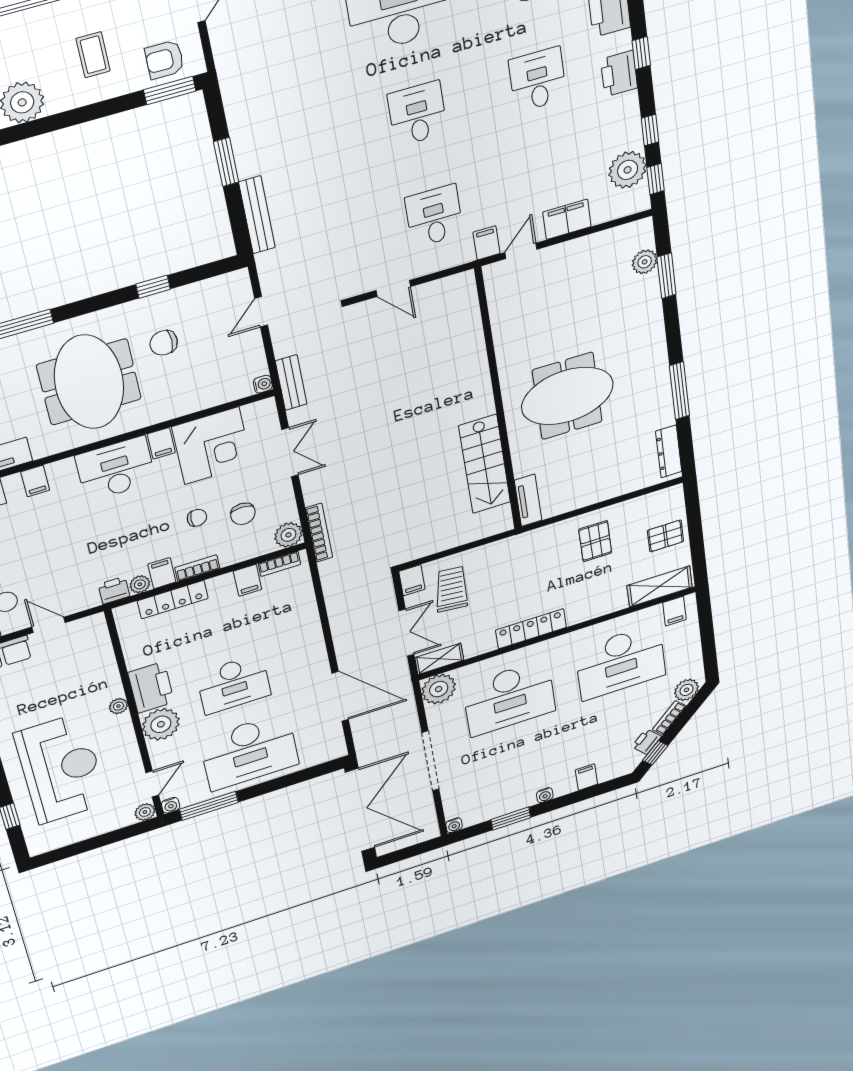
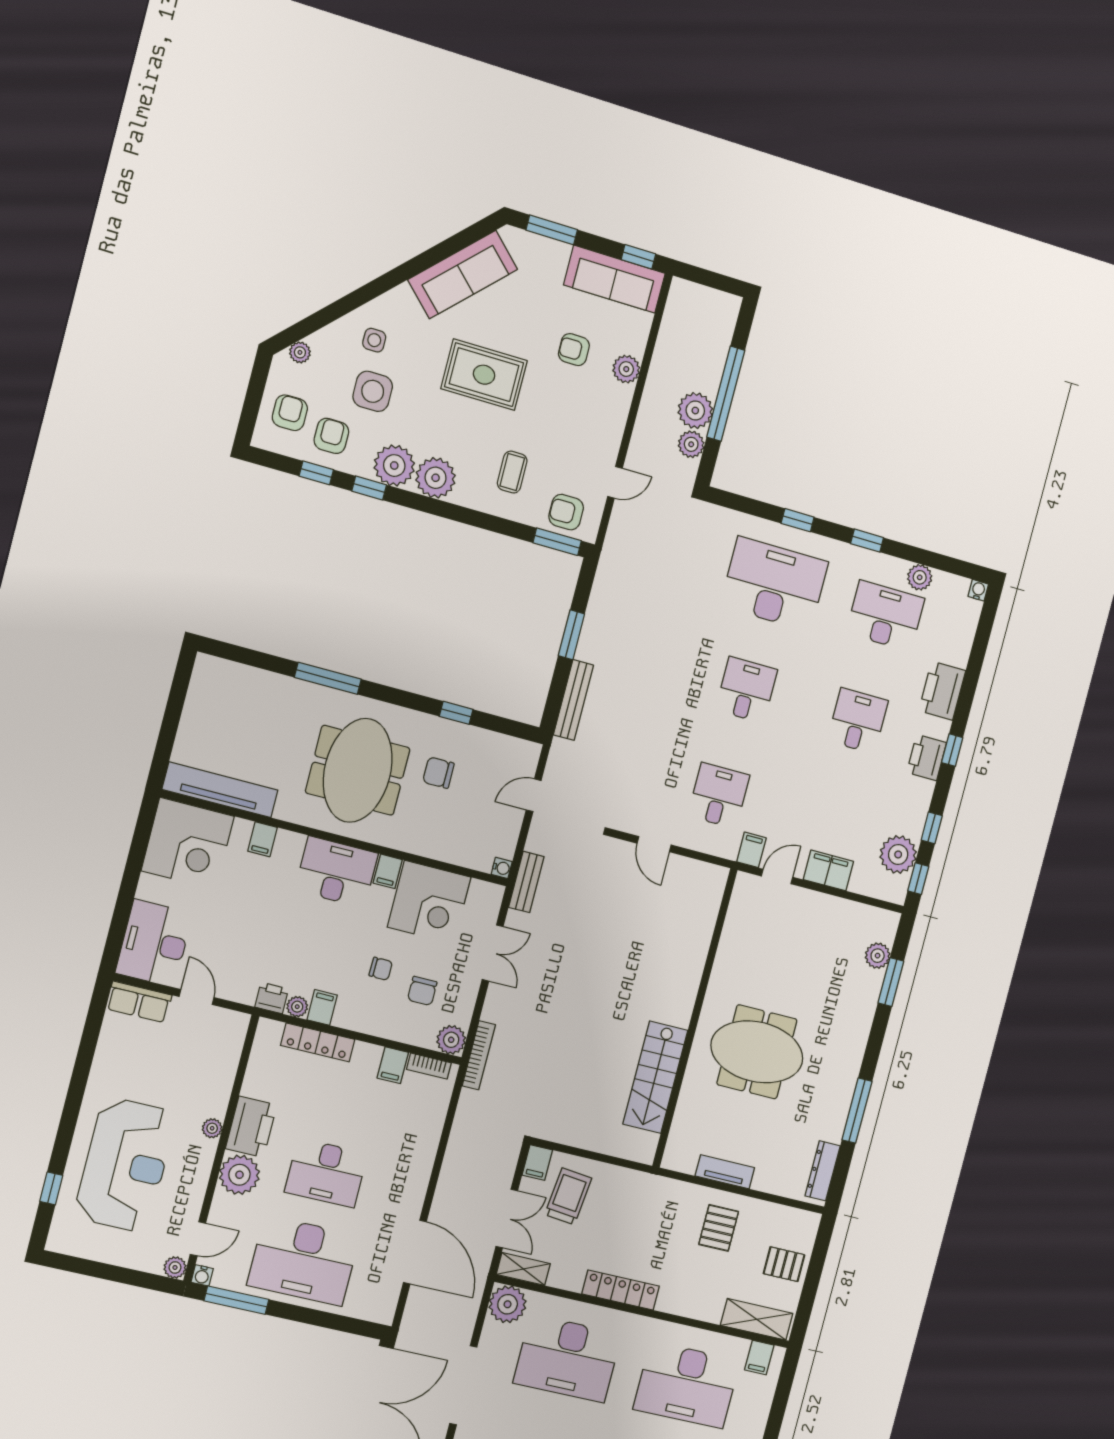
tv unit: (528, 500) -> (725, 1172), moved, turned -90
bookcase: (197, 568) -> (355, 1022), removed

